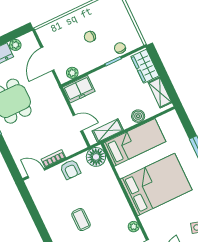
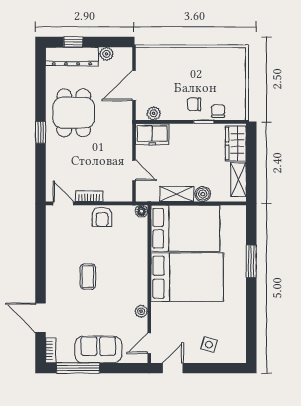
chair: (90, 37) -> (194, 104), moved
shelving: (108, 131) -> (177, 194), moved
bed: (134, 142) -> (185, 228), width x1.50
floor lamp: (96, 157) -> (142, 211), width x0.53, depth x0.53

